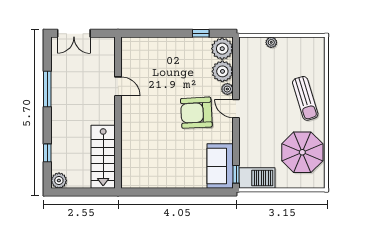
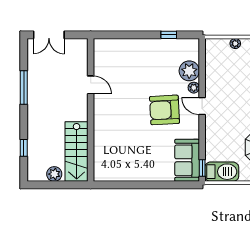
plant: (222, 49) -> (189, 49), removed
plant: (59, 181) -> (54, 174), moved

